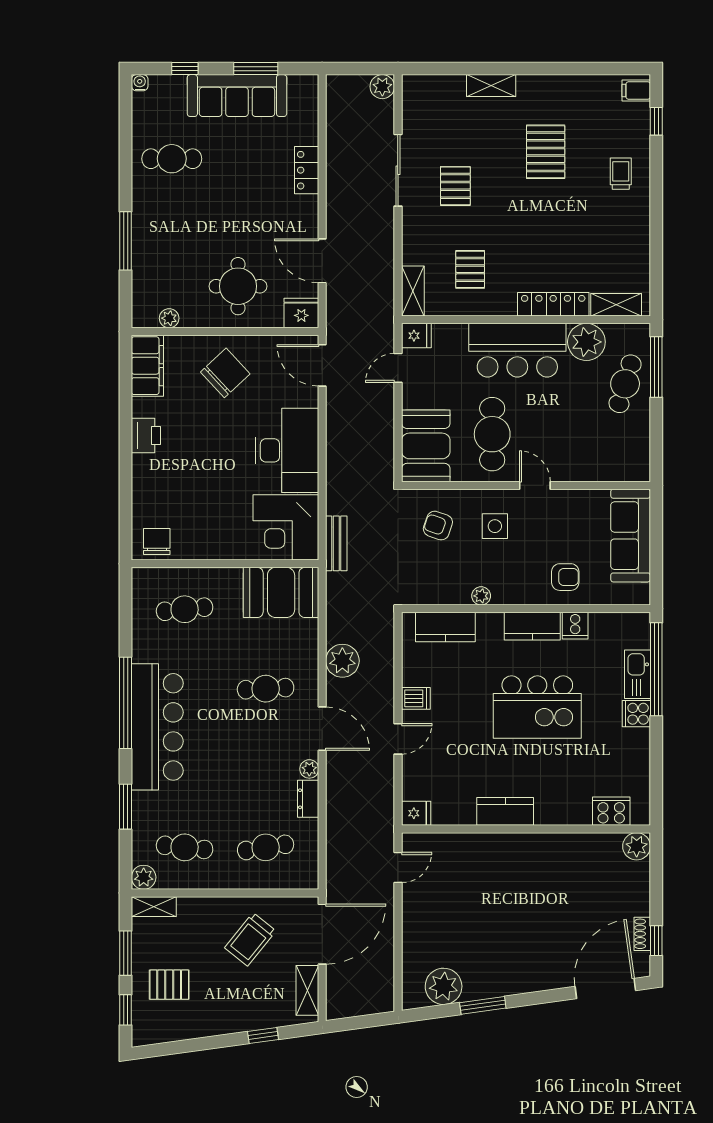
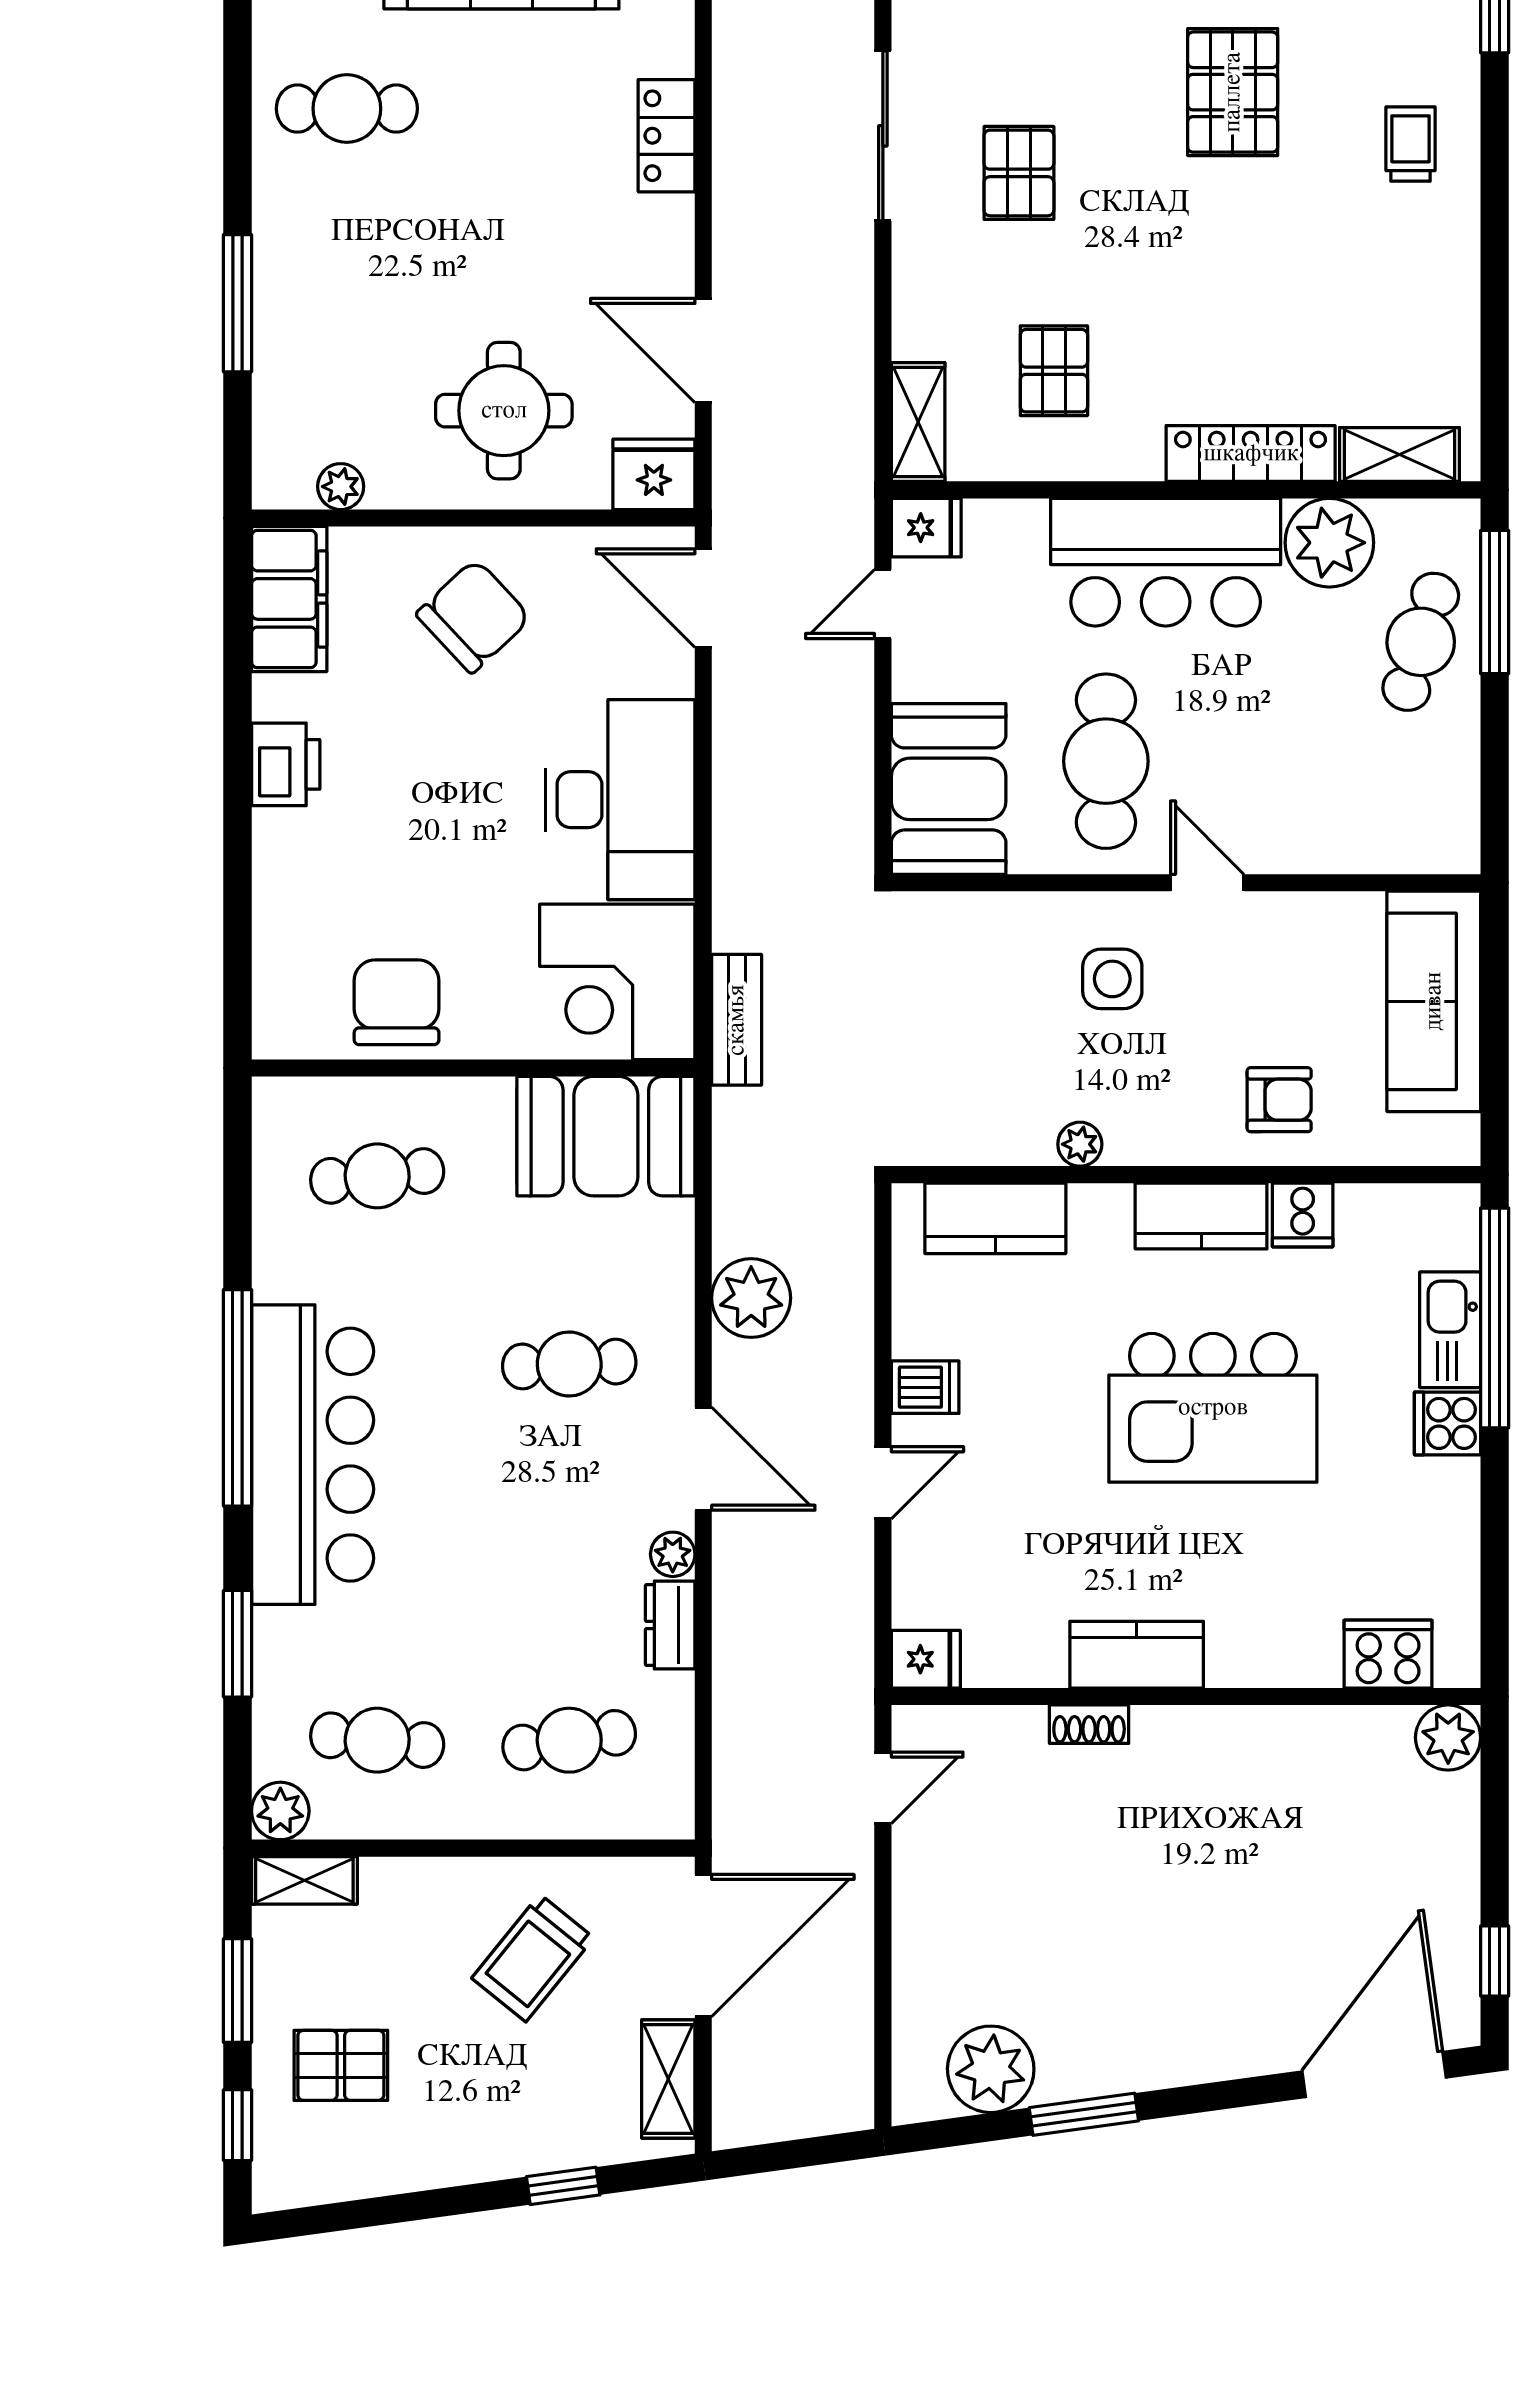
armchair: (438, 526) -> (977, 978), removed
chair: (157, 542) -> (397, 1002), moved, width x1.37, depth x1.37
shoe rack: (642, 934) -> (1089, 1724), moved, turned -90

